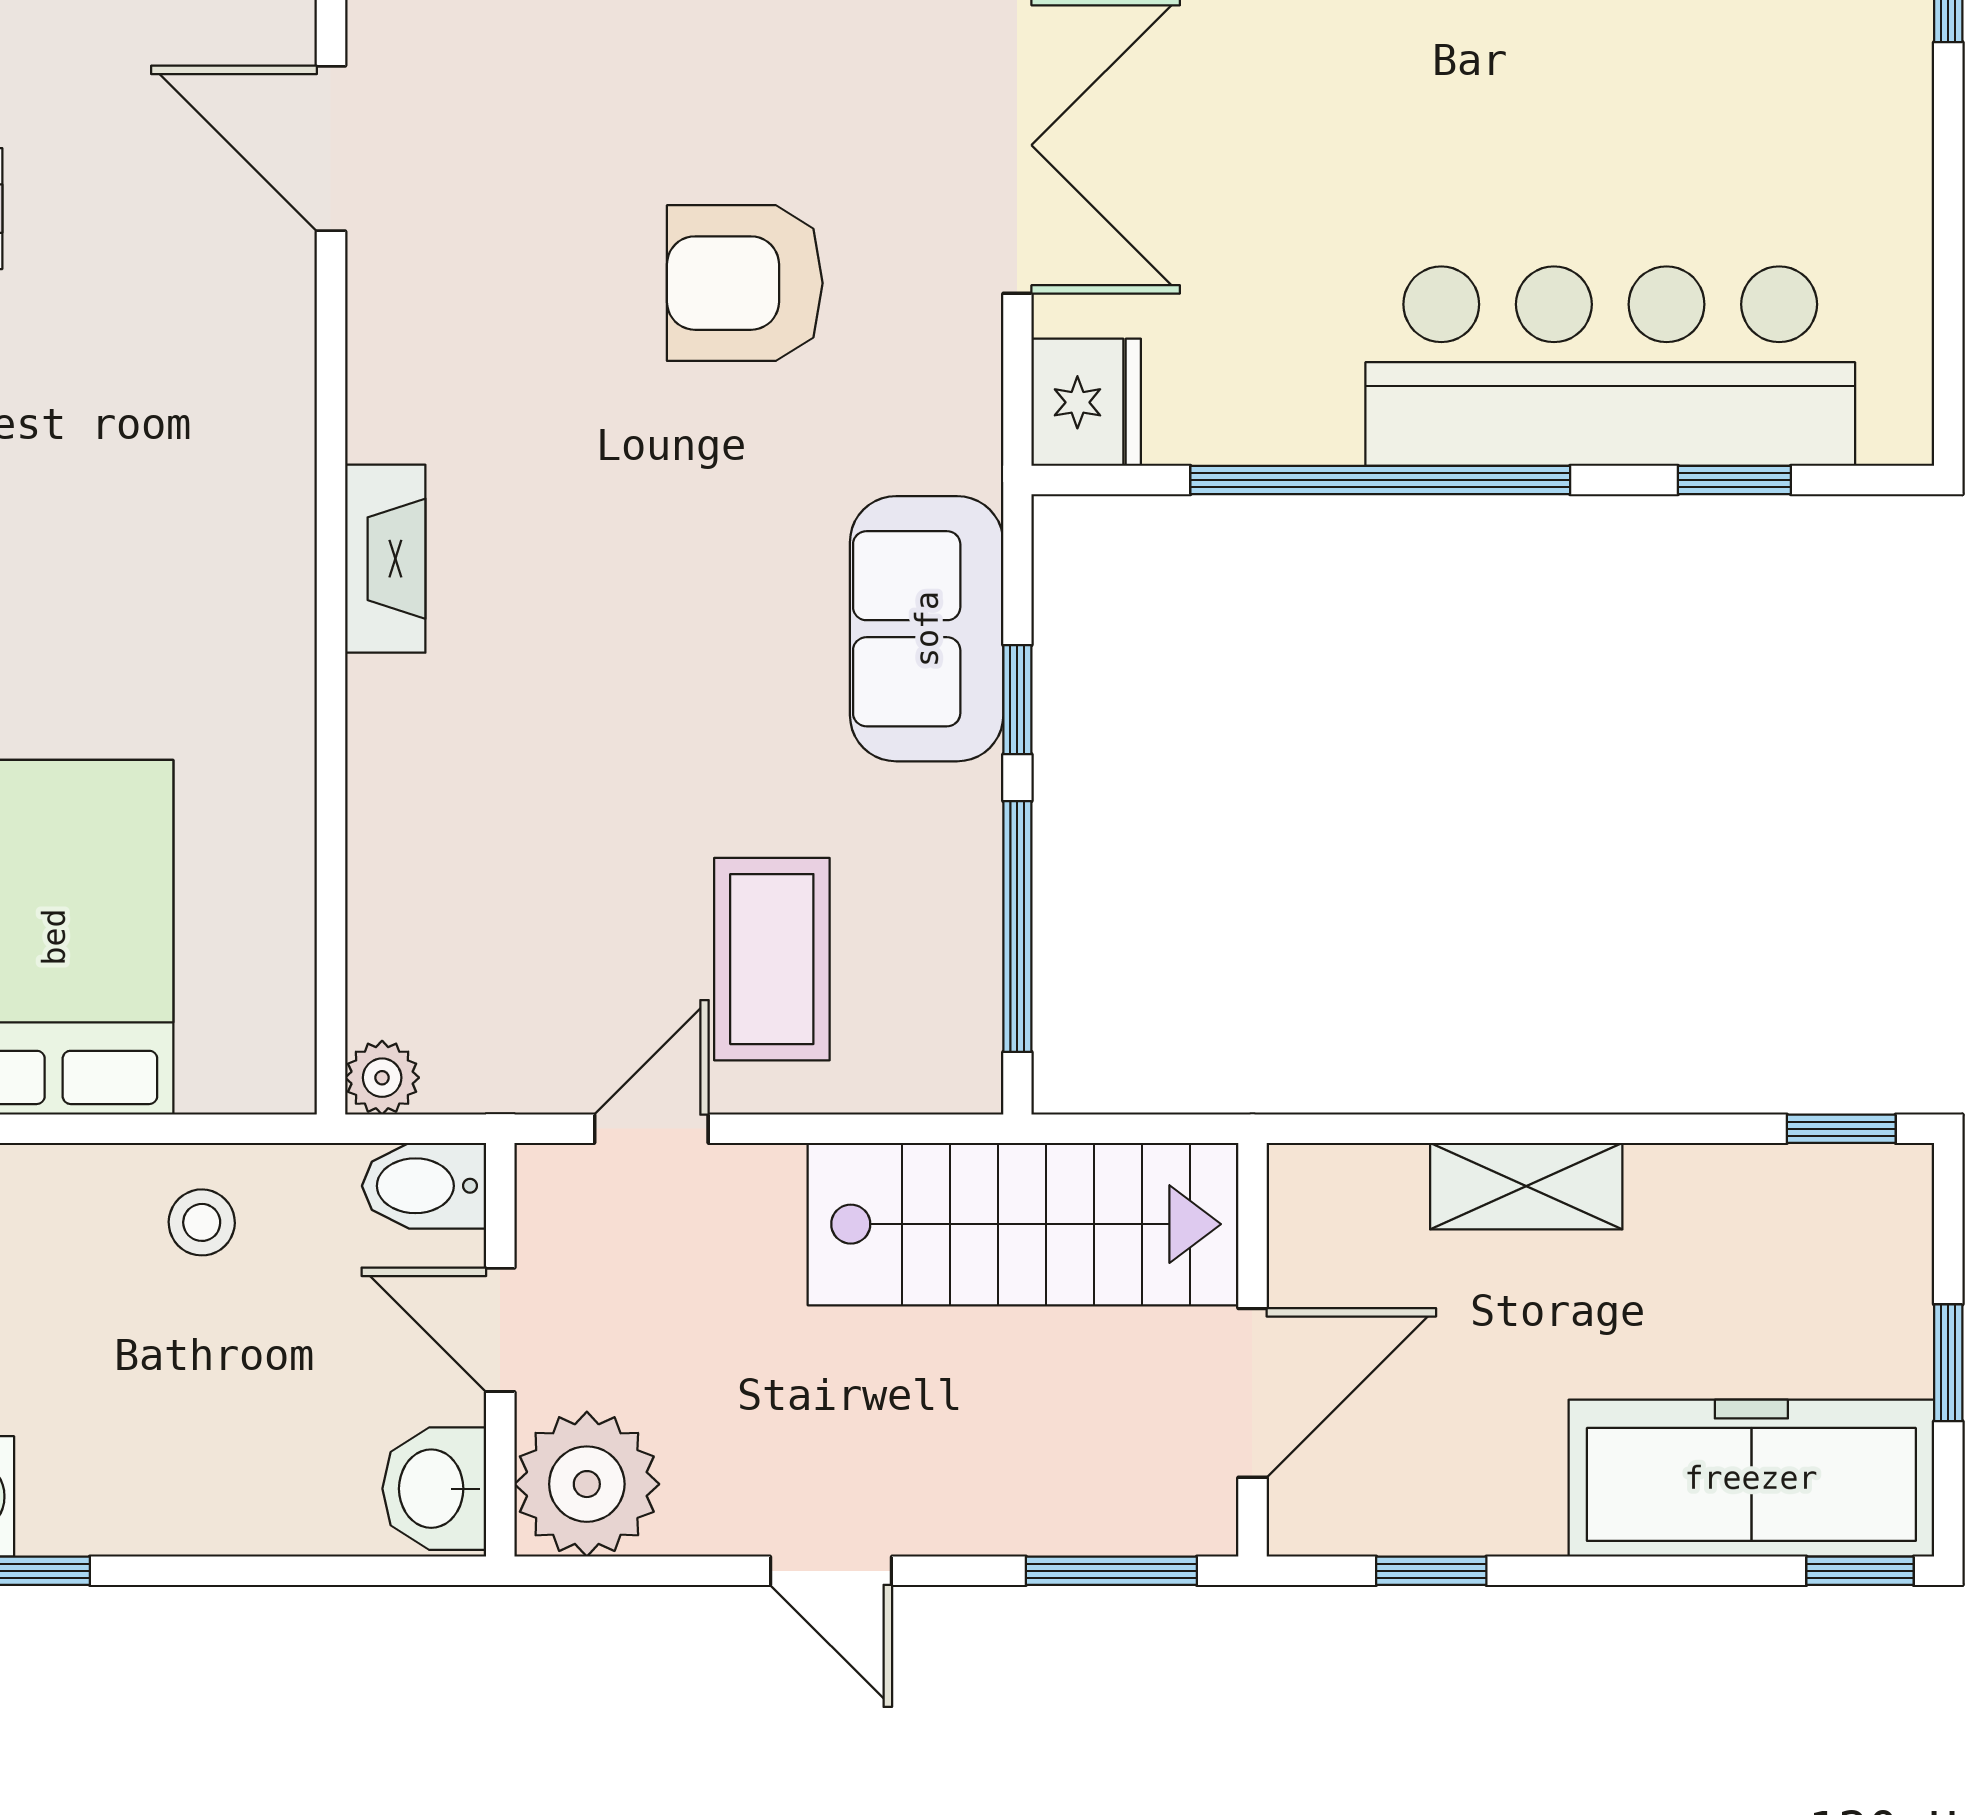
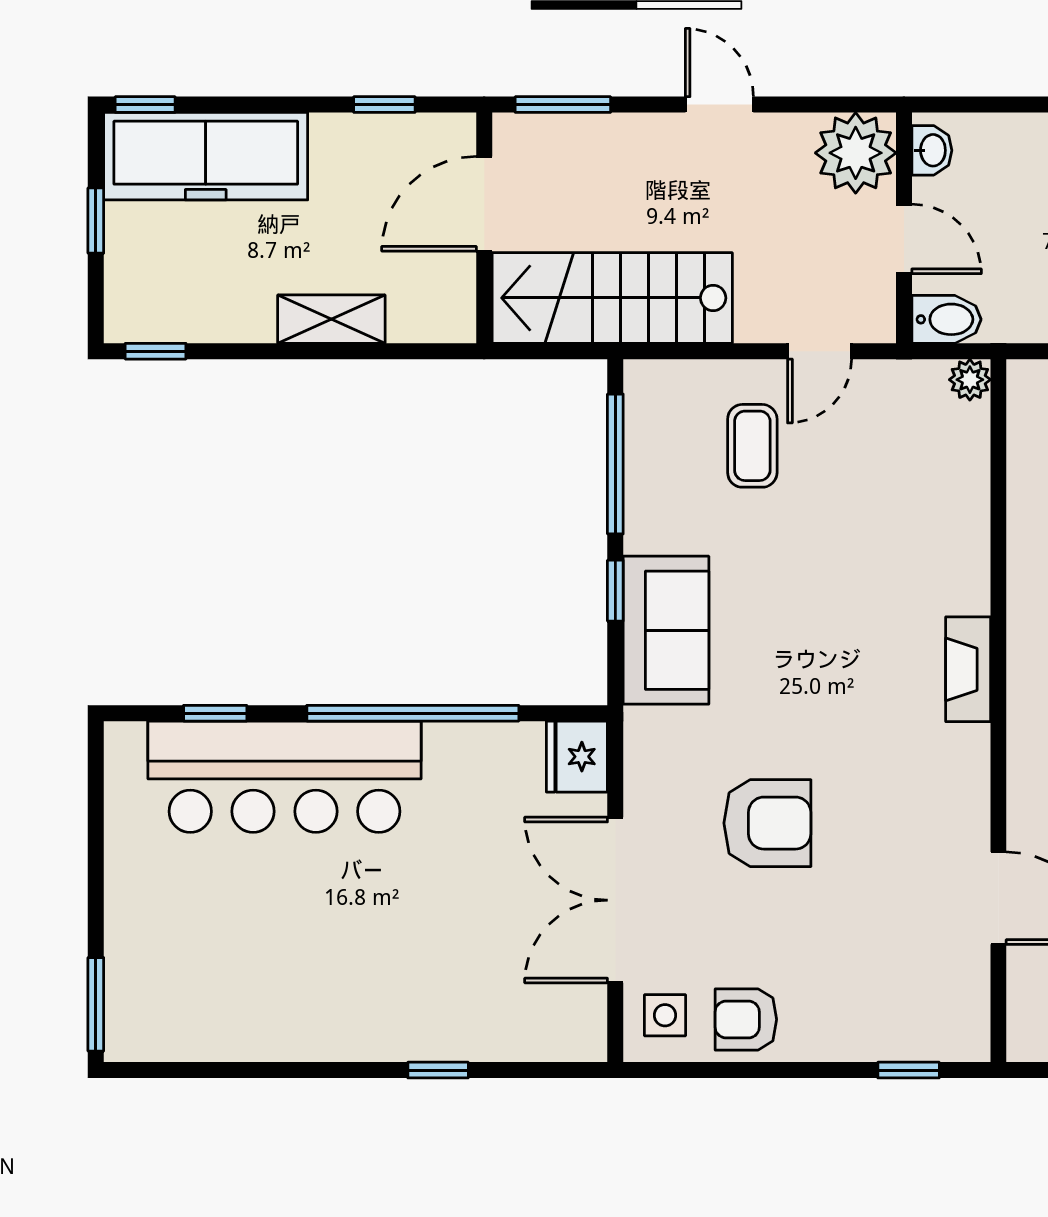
coffee table: (772, 959) -> (752, 446), width x0.73, depth x0.77
washbasin: (434, 1489) -> (932, 150), width x0.72, depth x0.69

